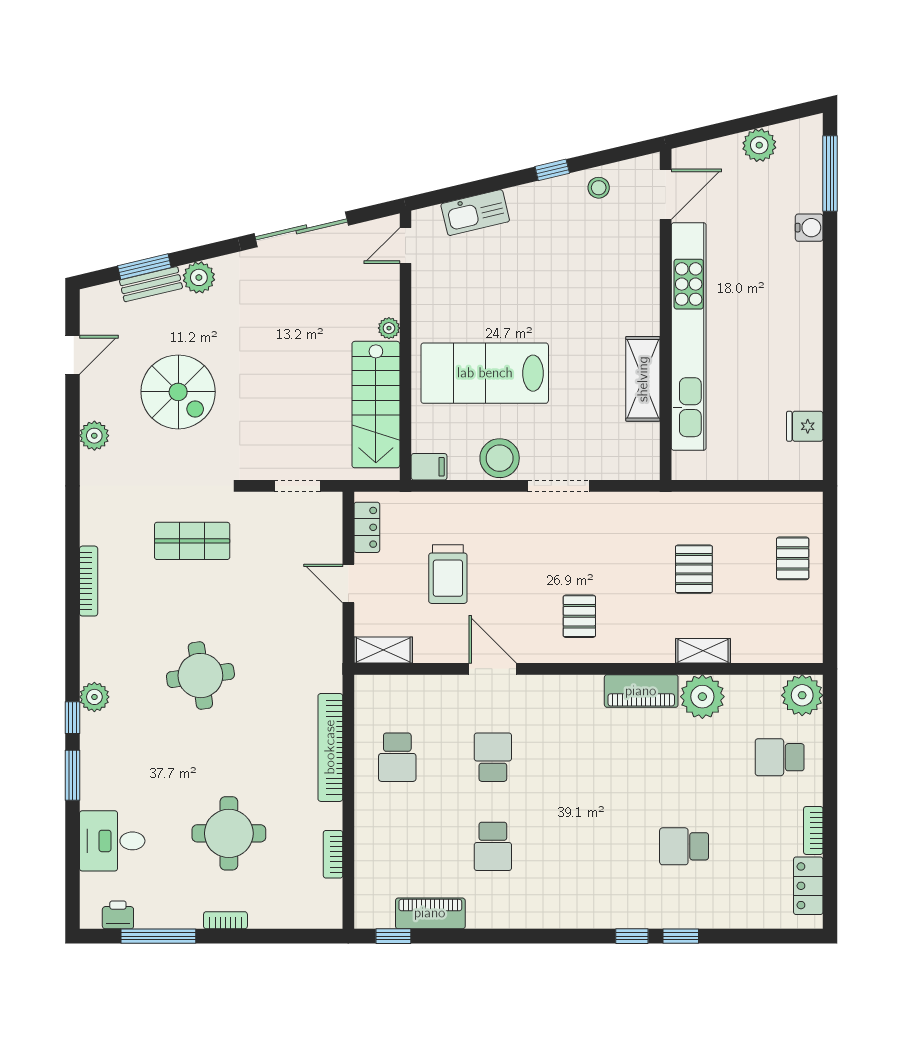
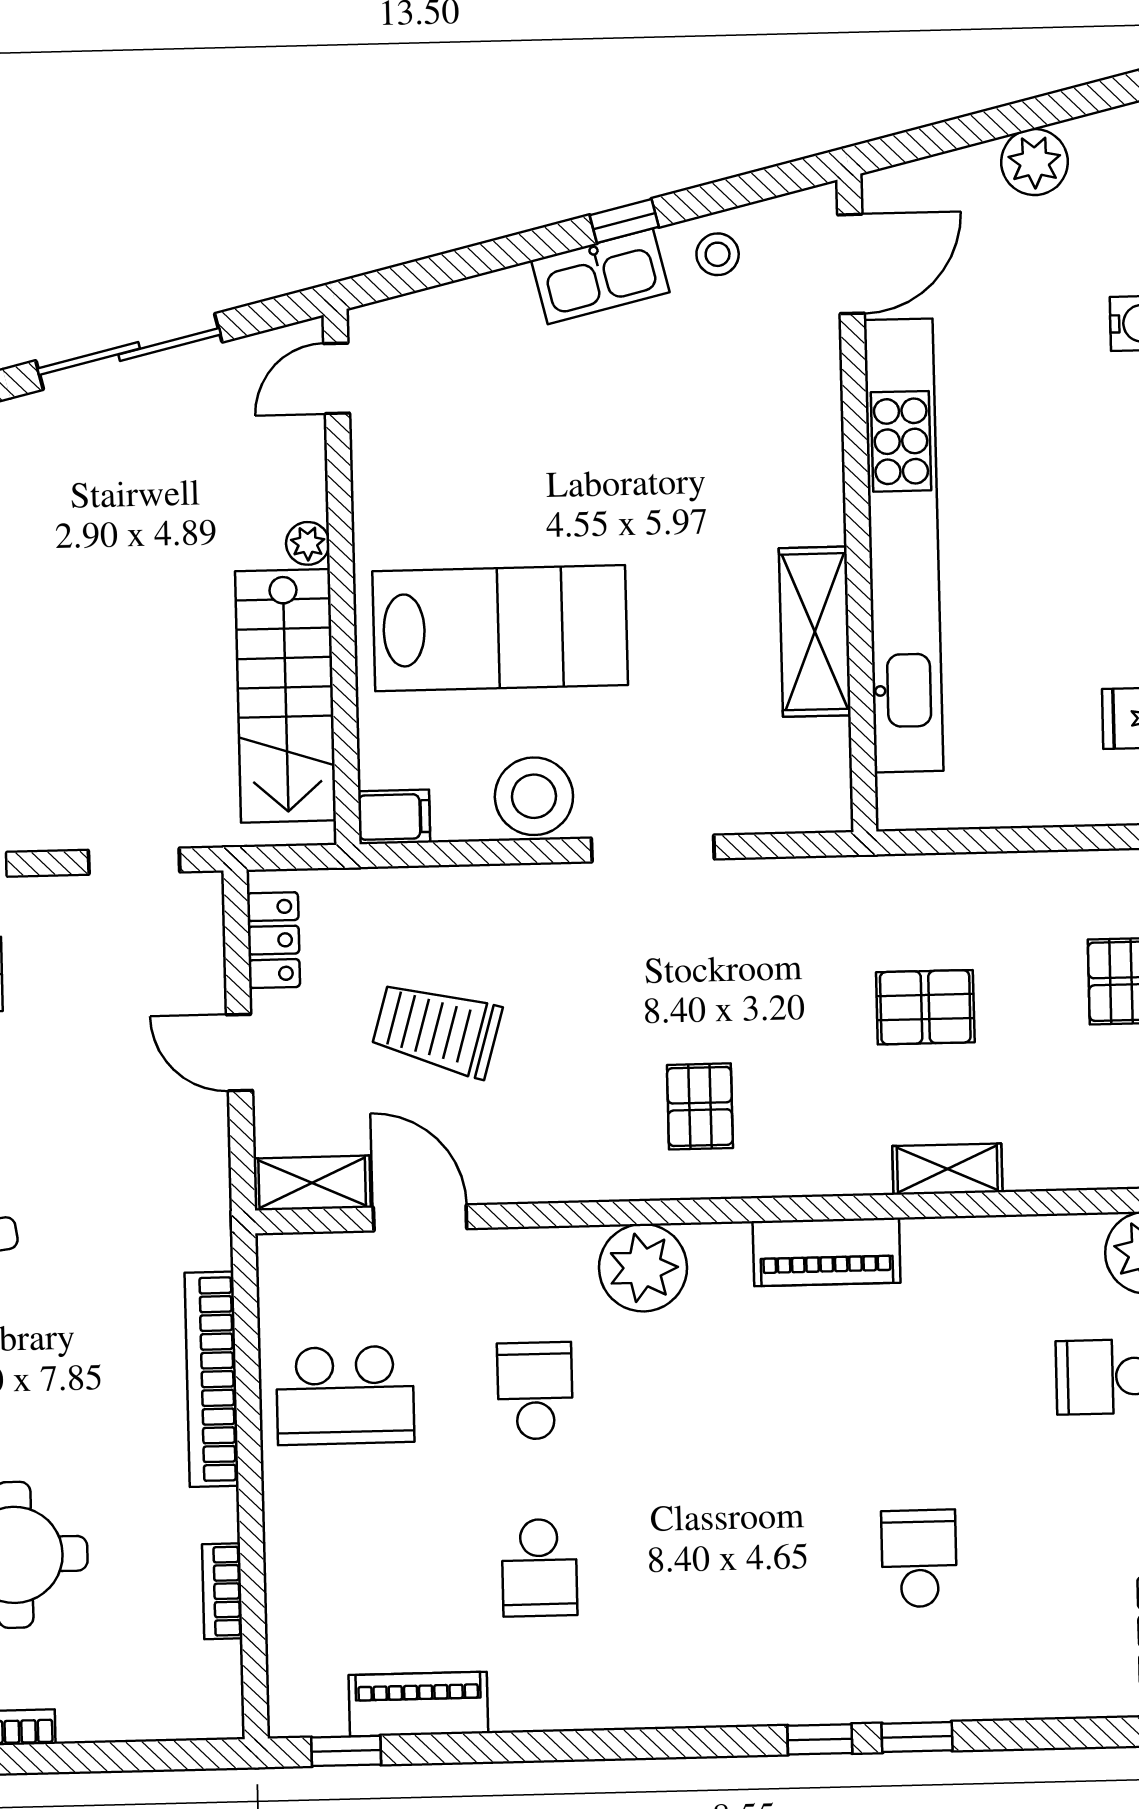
kitchen sink: (475, 213) -> (600, 276), moved
lab bench: (485, 373) -> (500, 628), turned 180
pallet: (694, 569) -> (925, 1007), turned 90
trolley: (448, 574) -> (437, 1029), turned 106
door: (493, 669) -> (420, 1218), moved
plant: (702, 697) -> (643, 1268), moved
school desk: (397, 757) -> (345, 1395), width x1.85
school desk: (684, 846) -> (919, 1558), turned 90

